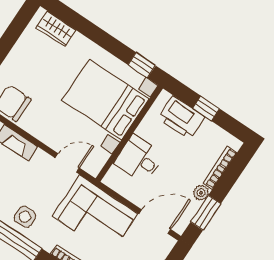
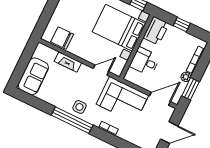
printer: (181, 118) -> (156, 31), moved, turned -90

